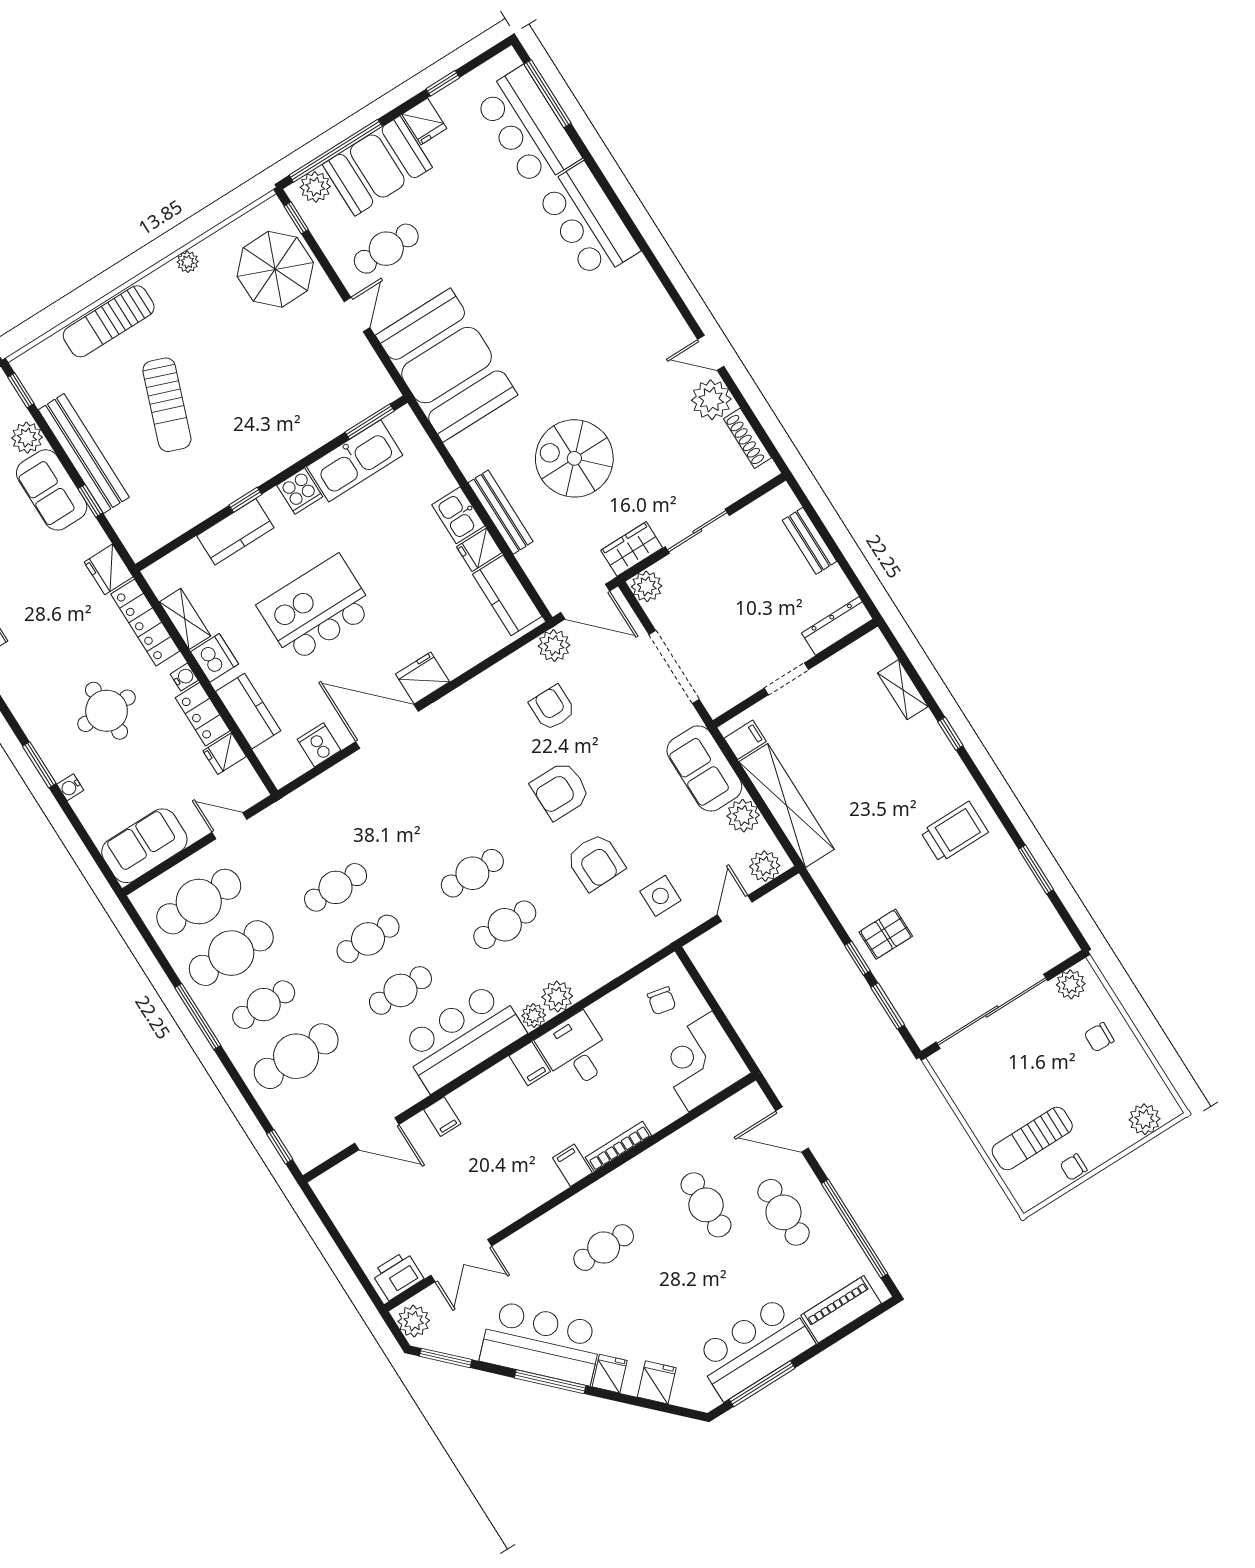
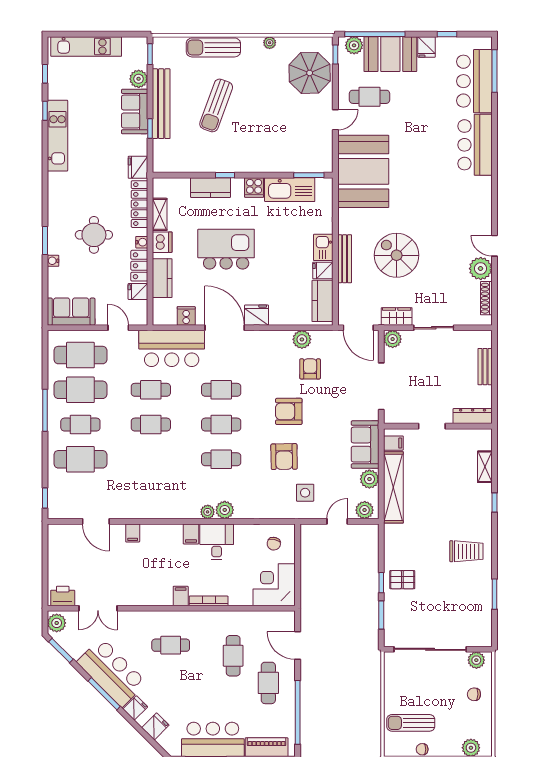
plant: (554, 646) -> (302, 339), moved
cafe table: (400, 990) -> (221, 390), moved
bar counter: (462, 1037) -> (172, 348), moved, turned 180

